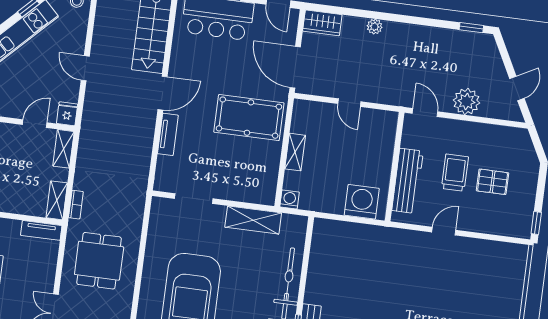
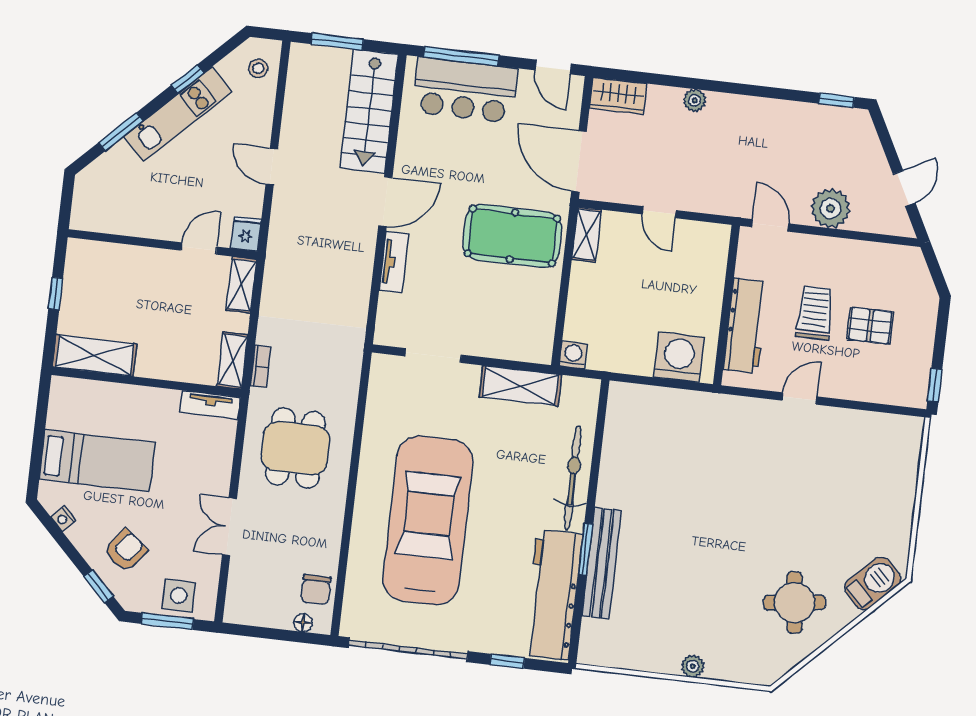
shelving: (295, 152) -> (587, 235), moved

